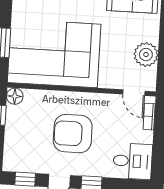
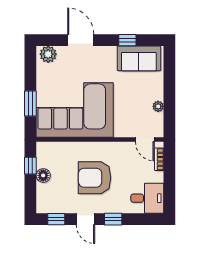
plant: (146, 55) -> (158, 106), width x0.53, depth x0.53
floor lamp: (15, 96) -> (43, 175), moved

